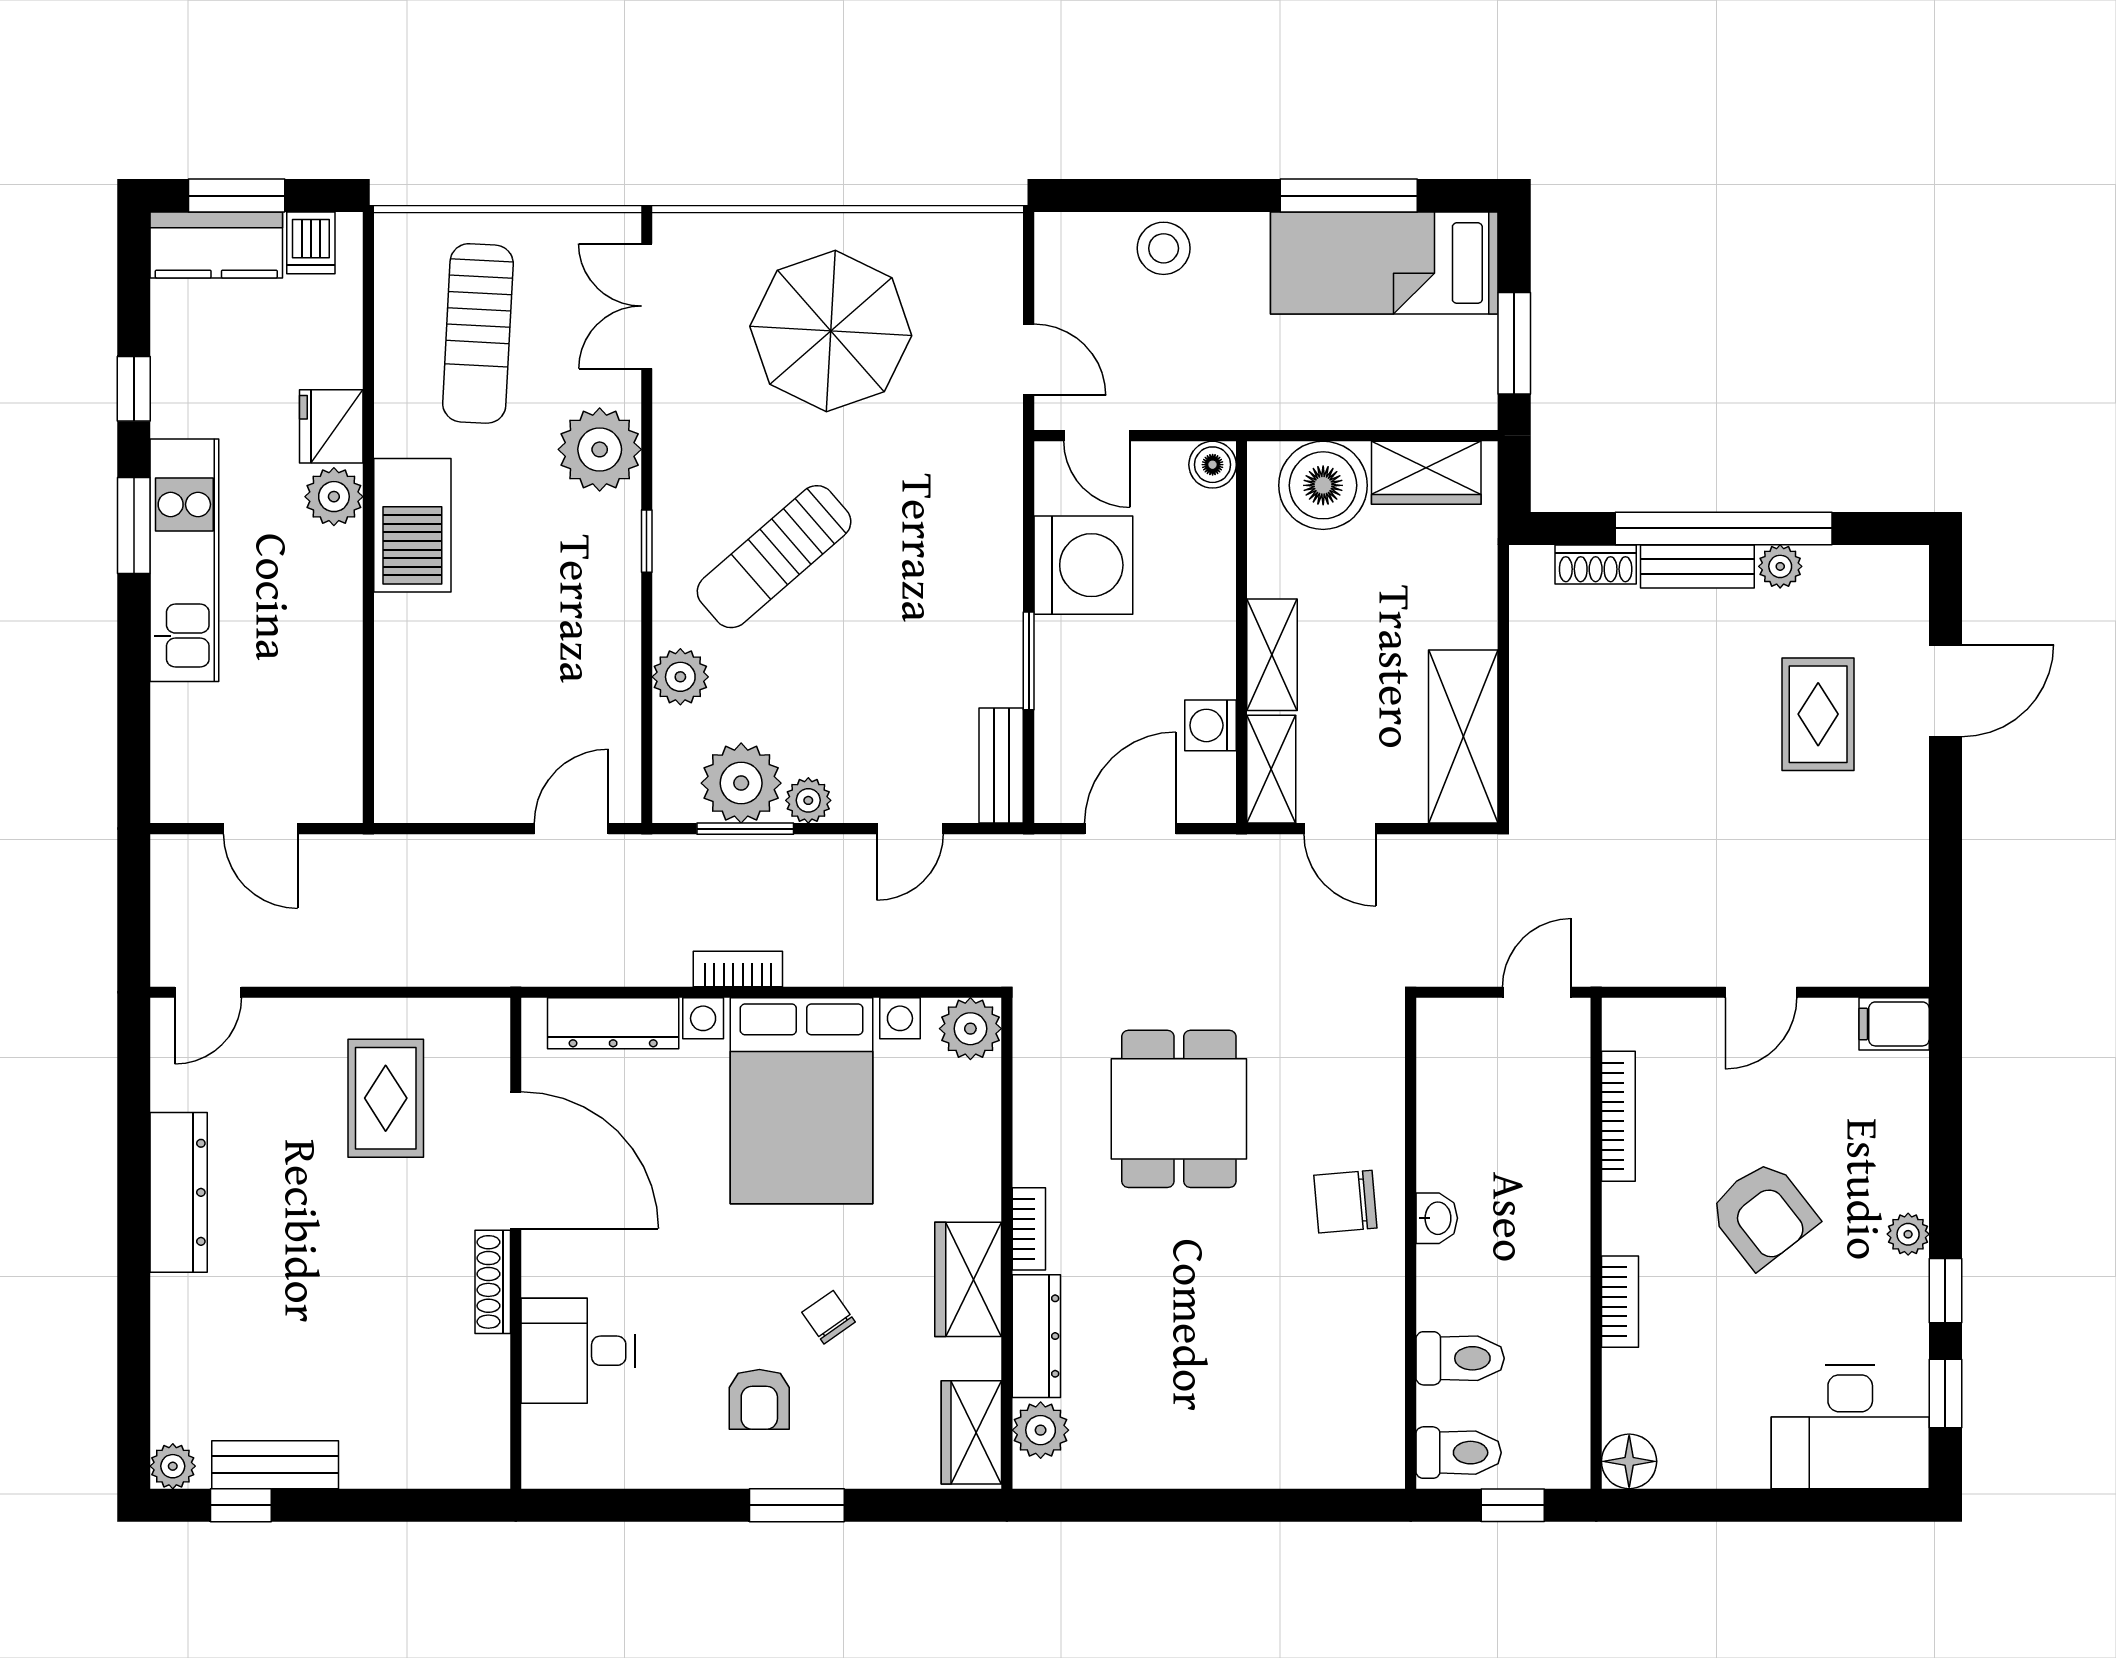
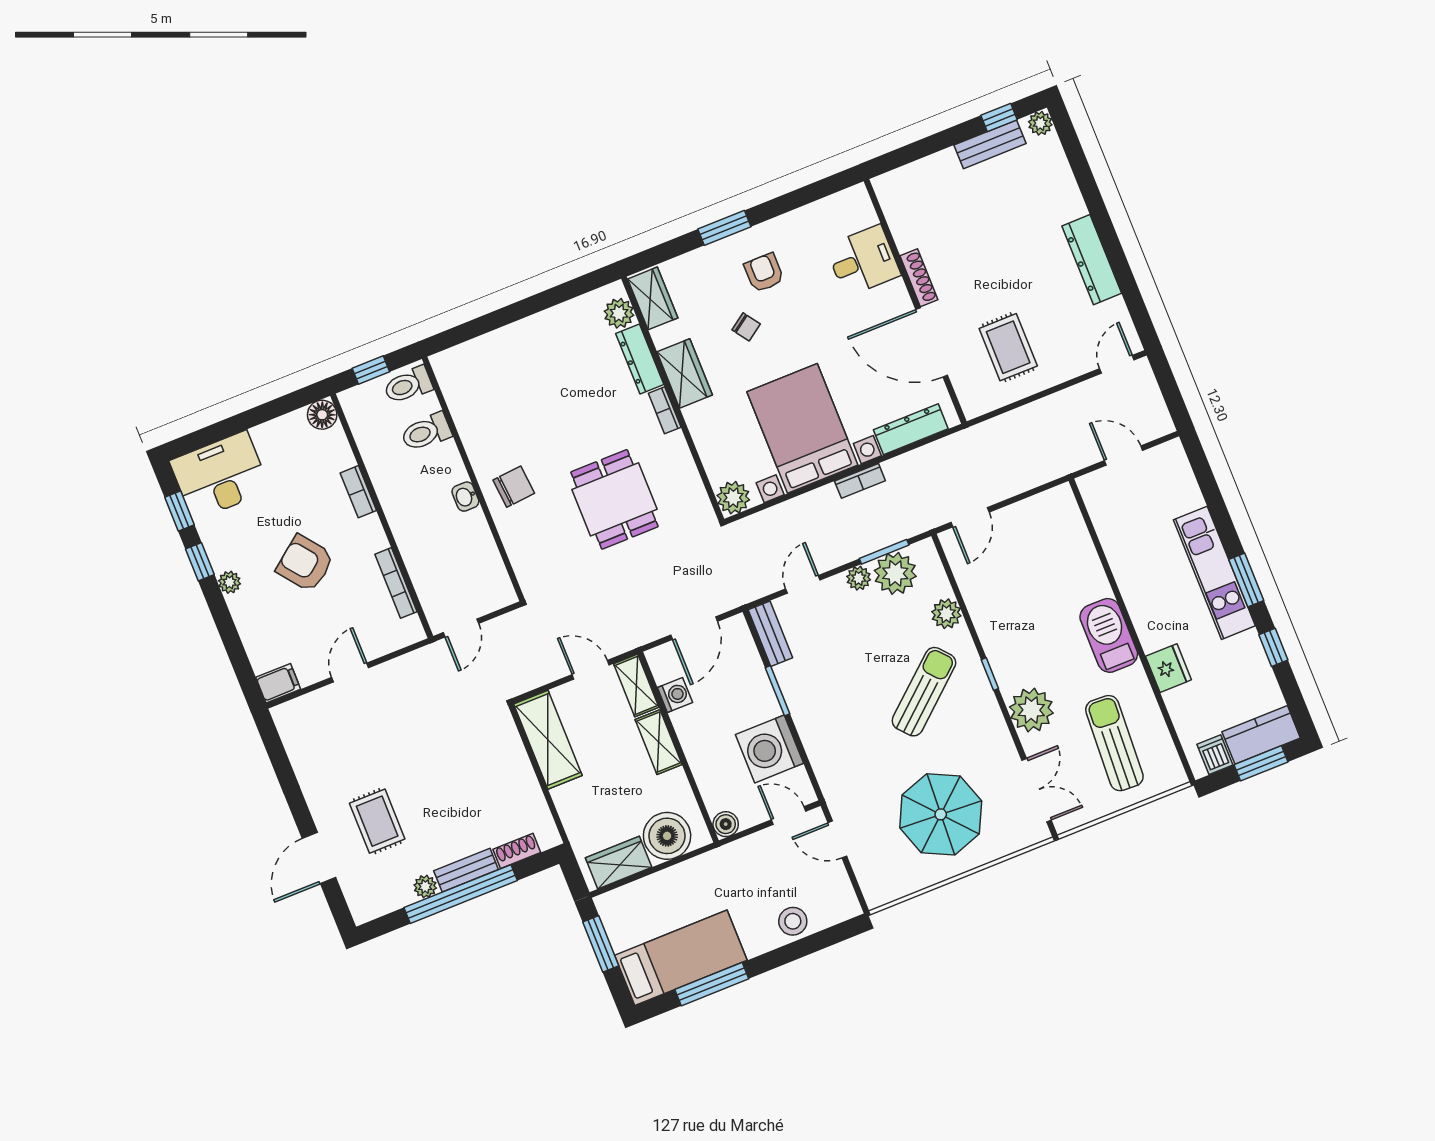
plant: (334, 497) -> (1153, 634), removed

